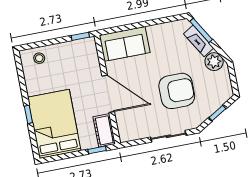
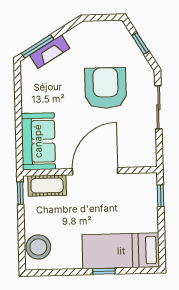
stool: (39, 58) -> (38, 247), width x1.89, depth x1.89
plant: (214, 62) -> (78, 37), removed
bed: (54, 124) -> (121, 251), width x0.67
cot: (104, 130) -> (47, 186), moved

